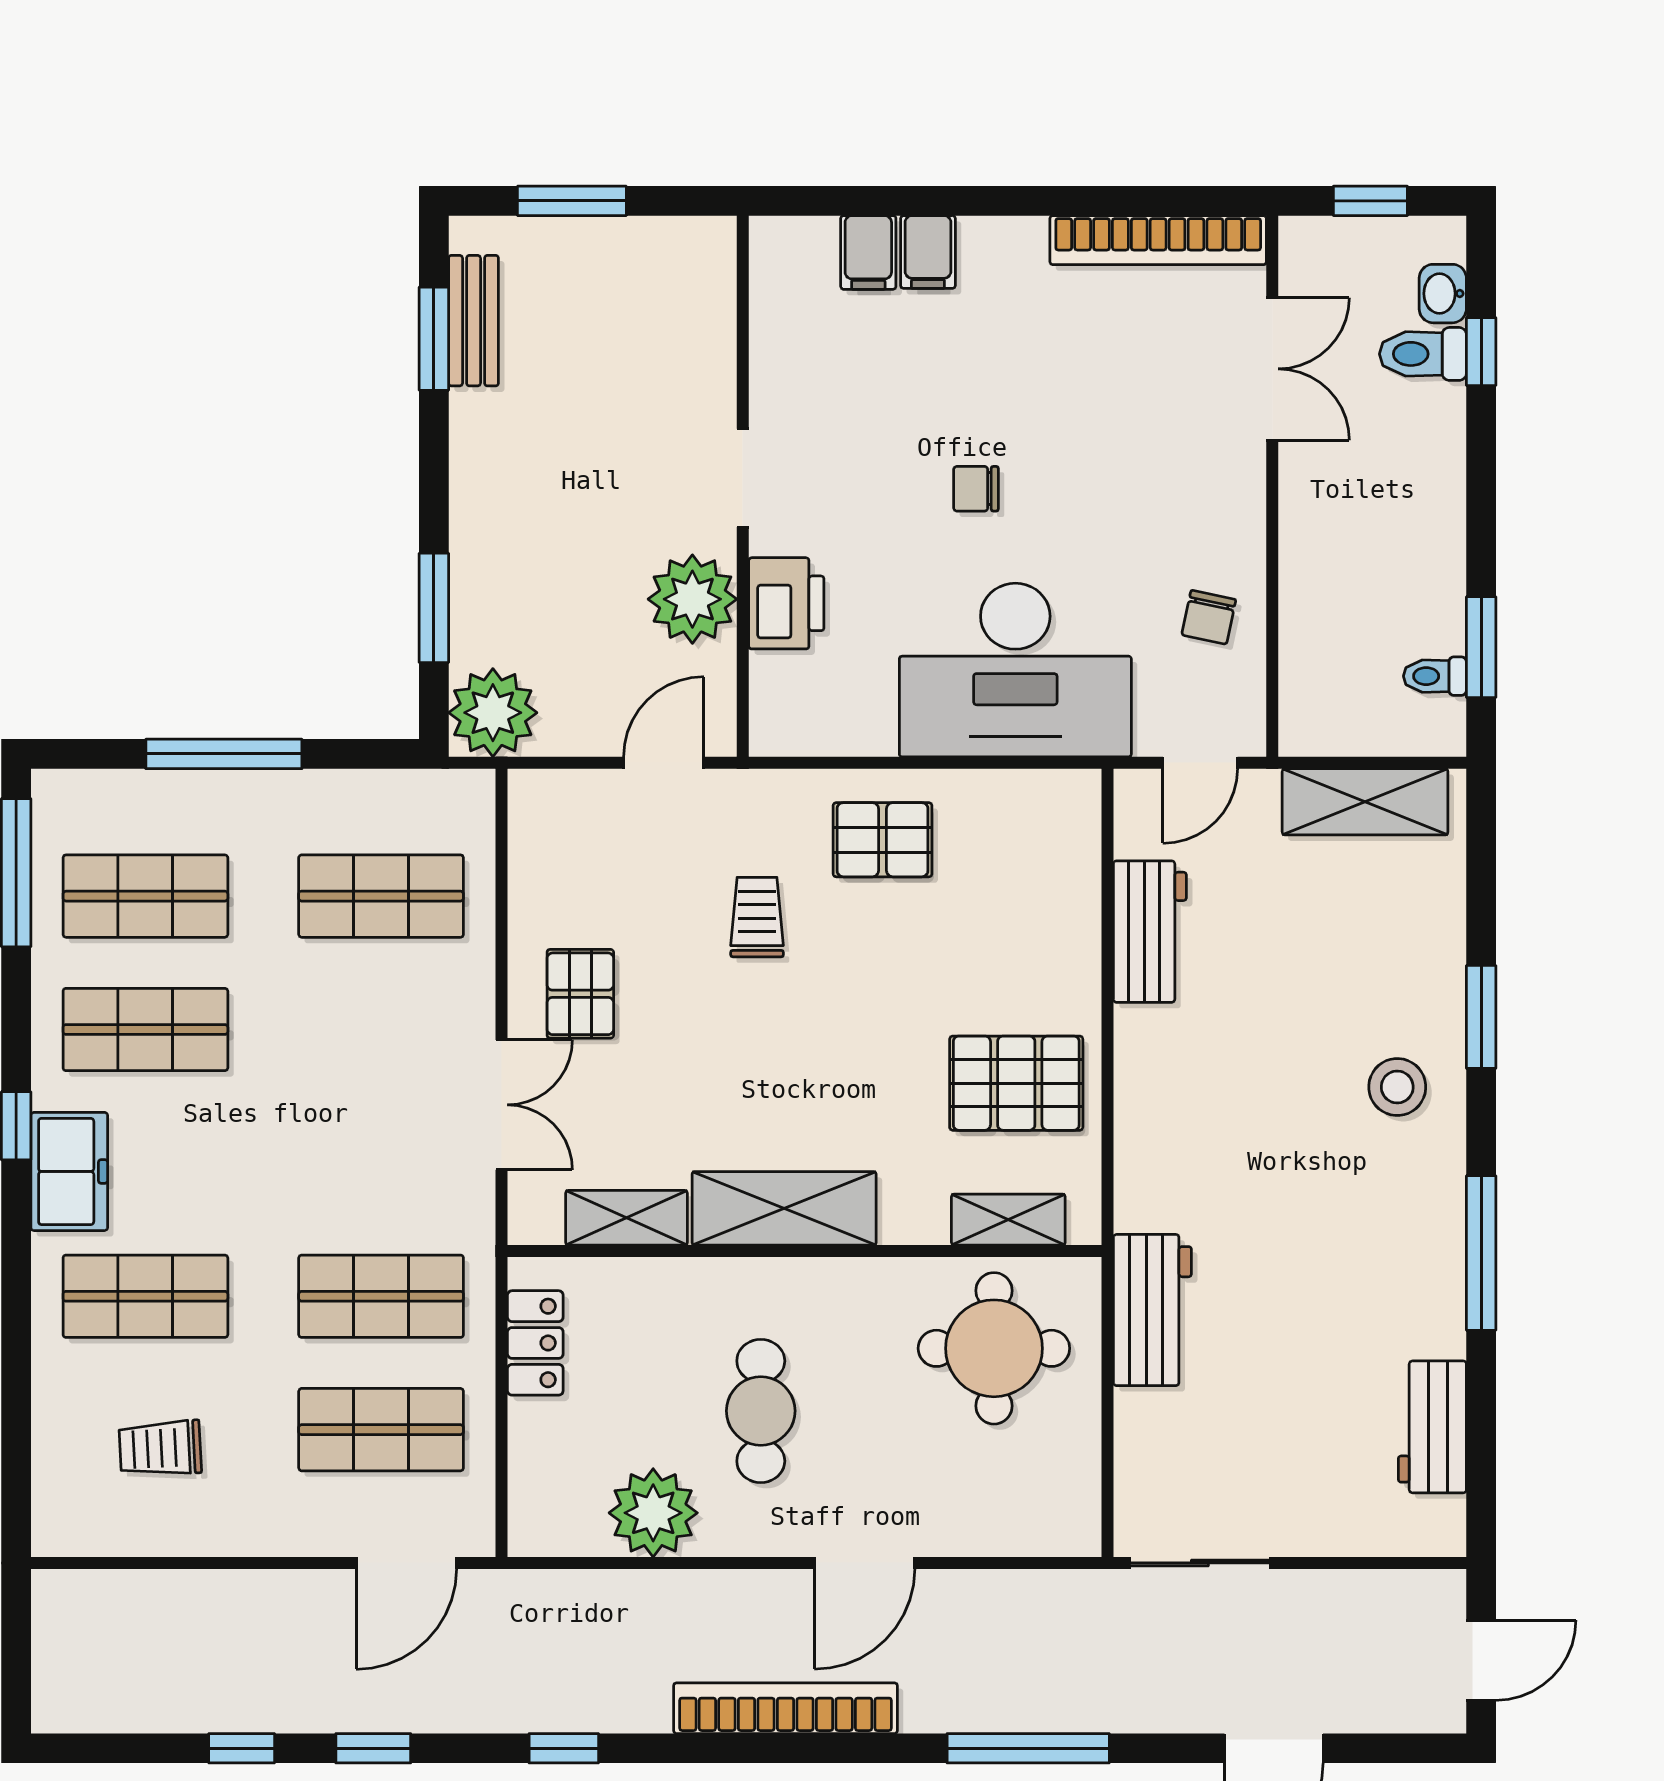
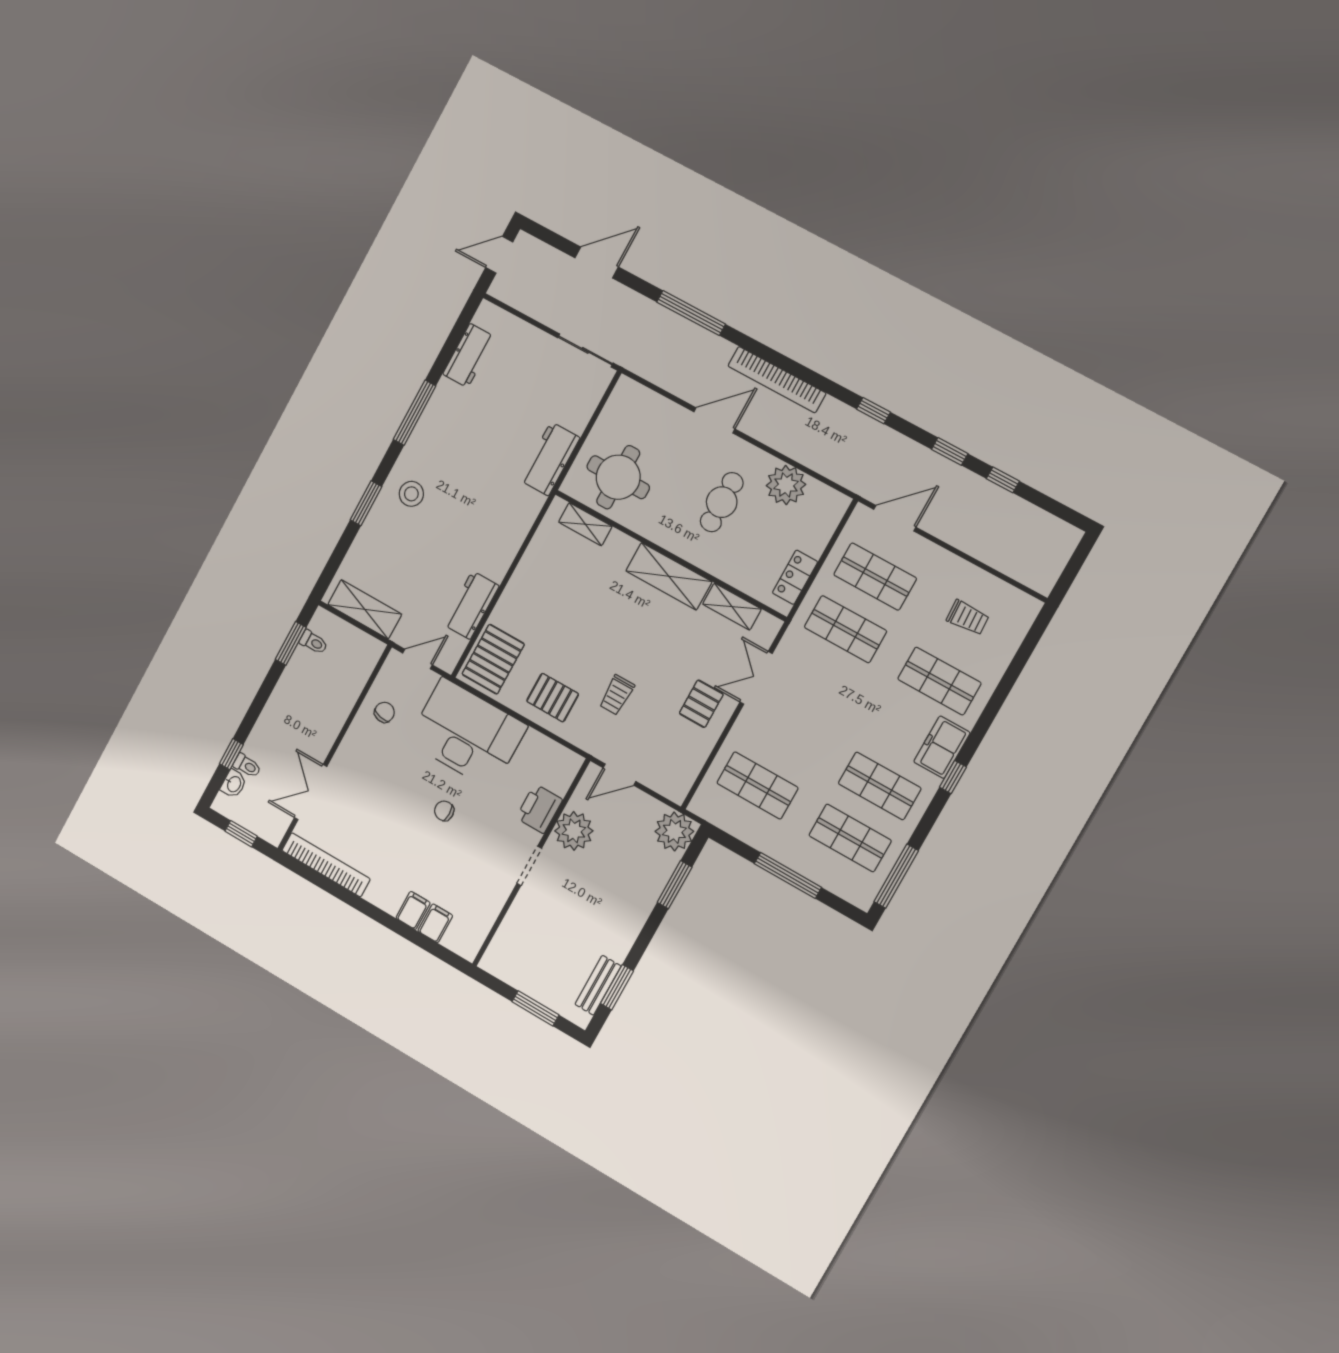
toilet: (1423, 354) -> (247, 766), width x0.73, depth x0.72
chair: (976, 489) -> (444, 811), turned 180
pallet: (1016, 1083) -> (493, 659), moved, turned 90

